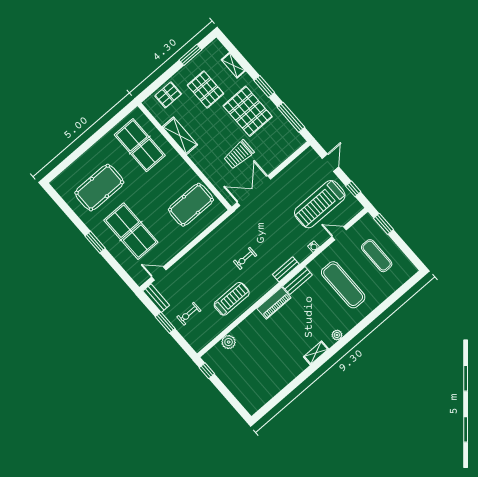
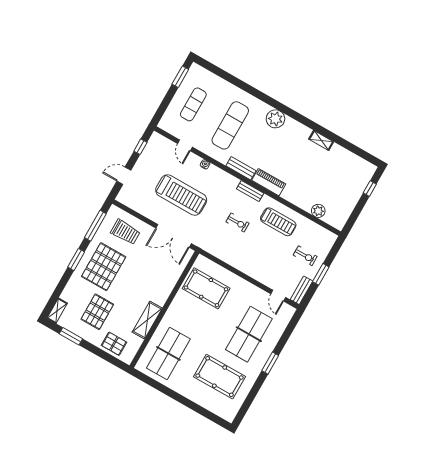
shelving: (233, 65) -> (57, 311), moved
trolley: (239, 155) -> (125, 232), moved
treadmill: (320, 204) -> (181, 195), moved
window: (384, 224) -> (180, 77), moved
bench: (286, 269) -> (250, 191), moved
treadmill: (232, 299) -> (278, 222), turned 180
plant: (337, 335) -> (275, 119), width x1.88, depth x1.88
shelving: (316, 353) -> (321, 140), moved
window: (207, 371) -> (370, 189), moved

